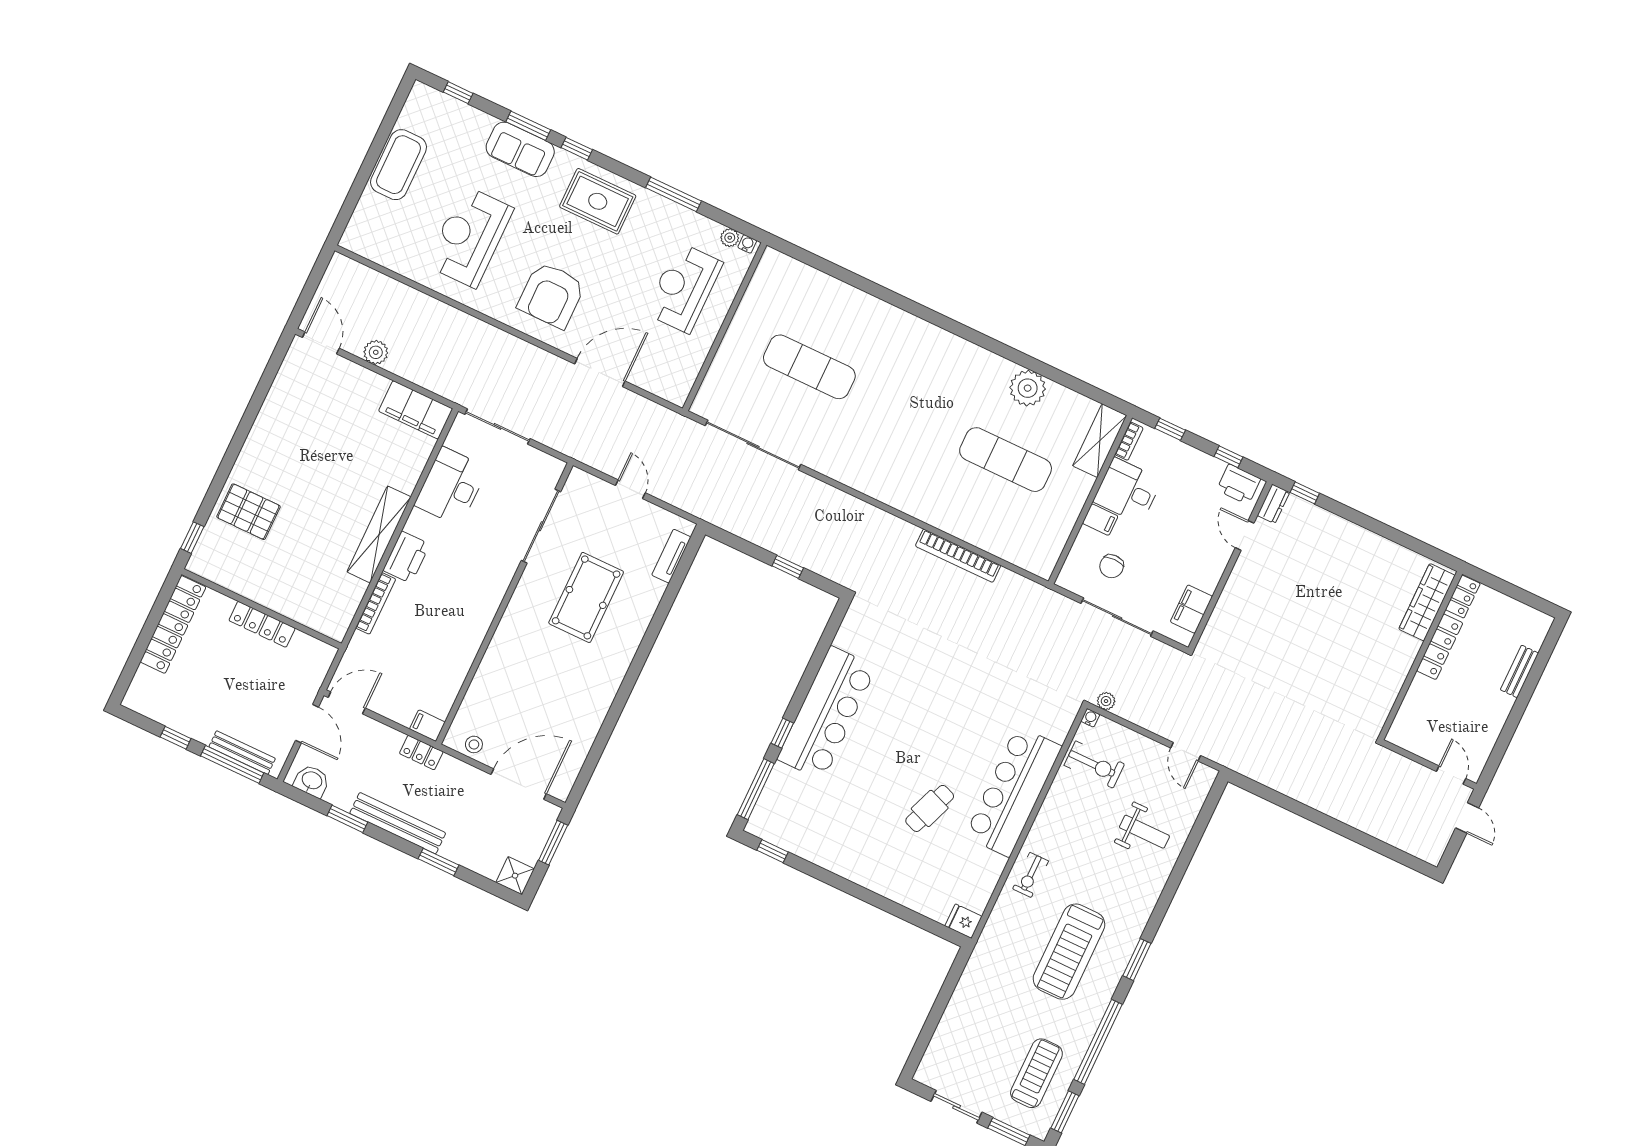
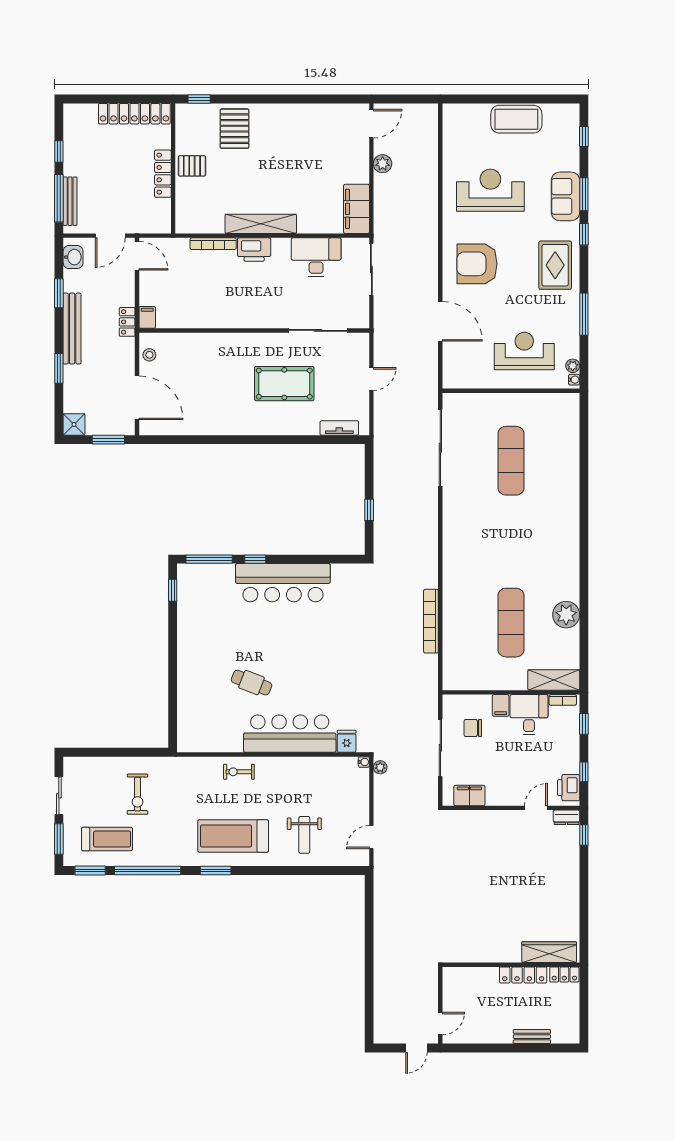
pallet: (269, 585) -> (192, 166), added
exercise bike: (1094, 765) -> (137, 794), moved
fridge: (963, 921) -> (347, 741), moved
treadmill: (1069, 952) -> (233, 836), moved

